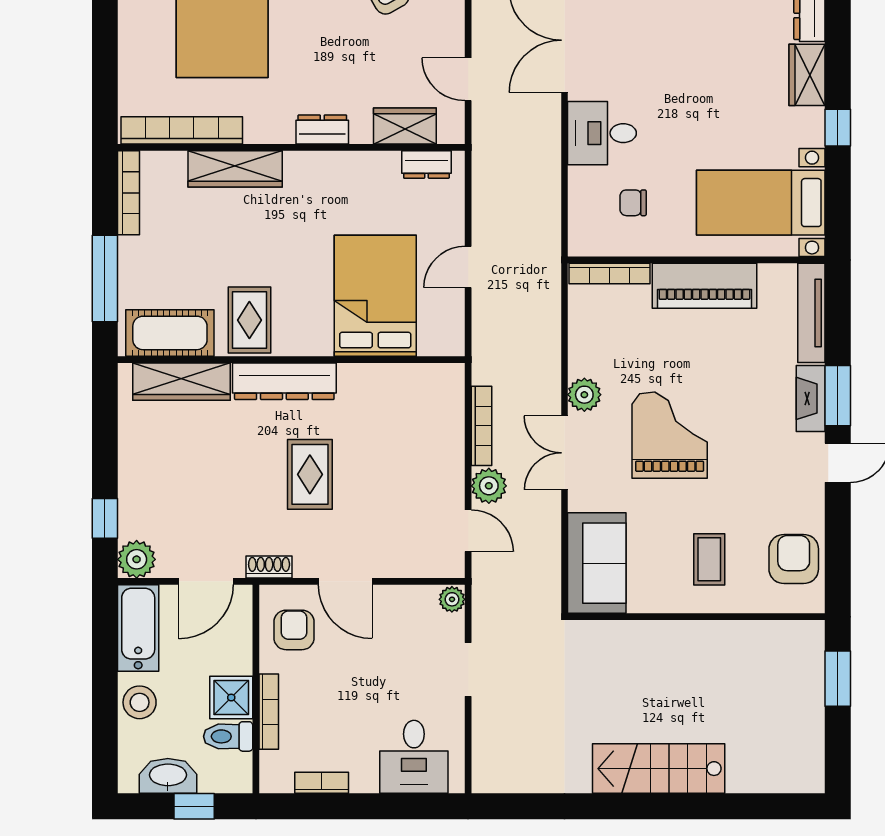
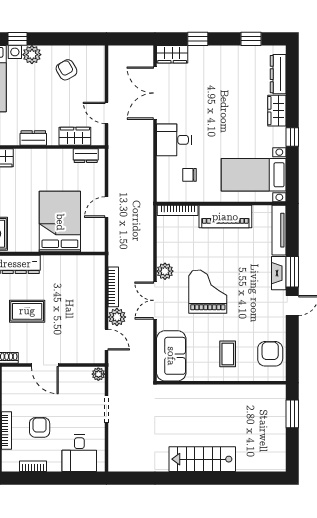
rug: (310, 474) -> (27, 311), turned 90
armchair: (294, 630) -> (40, 427), moved

